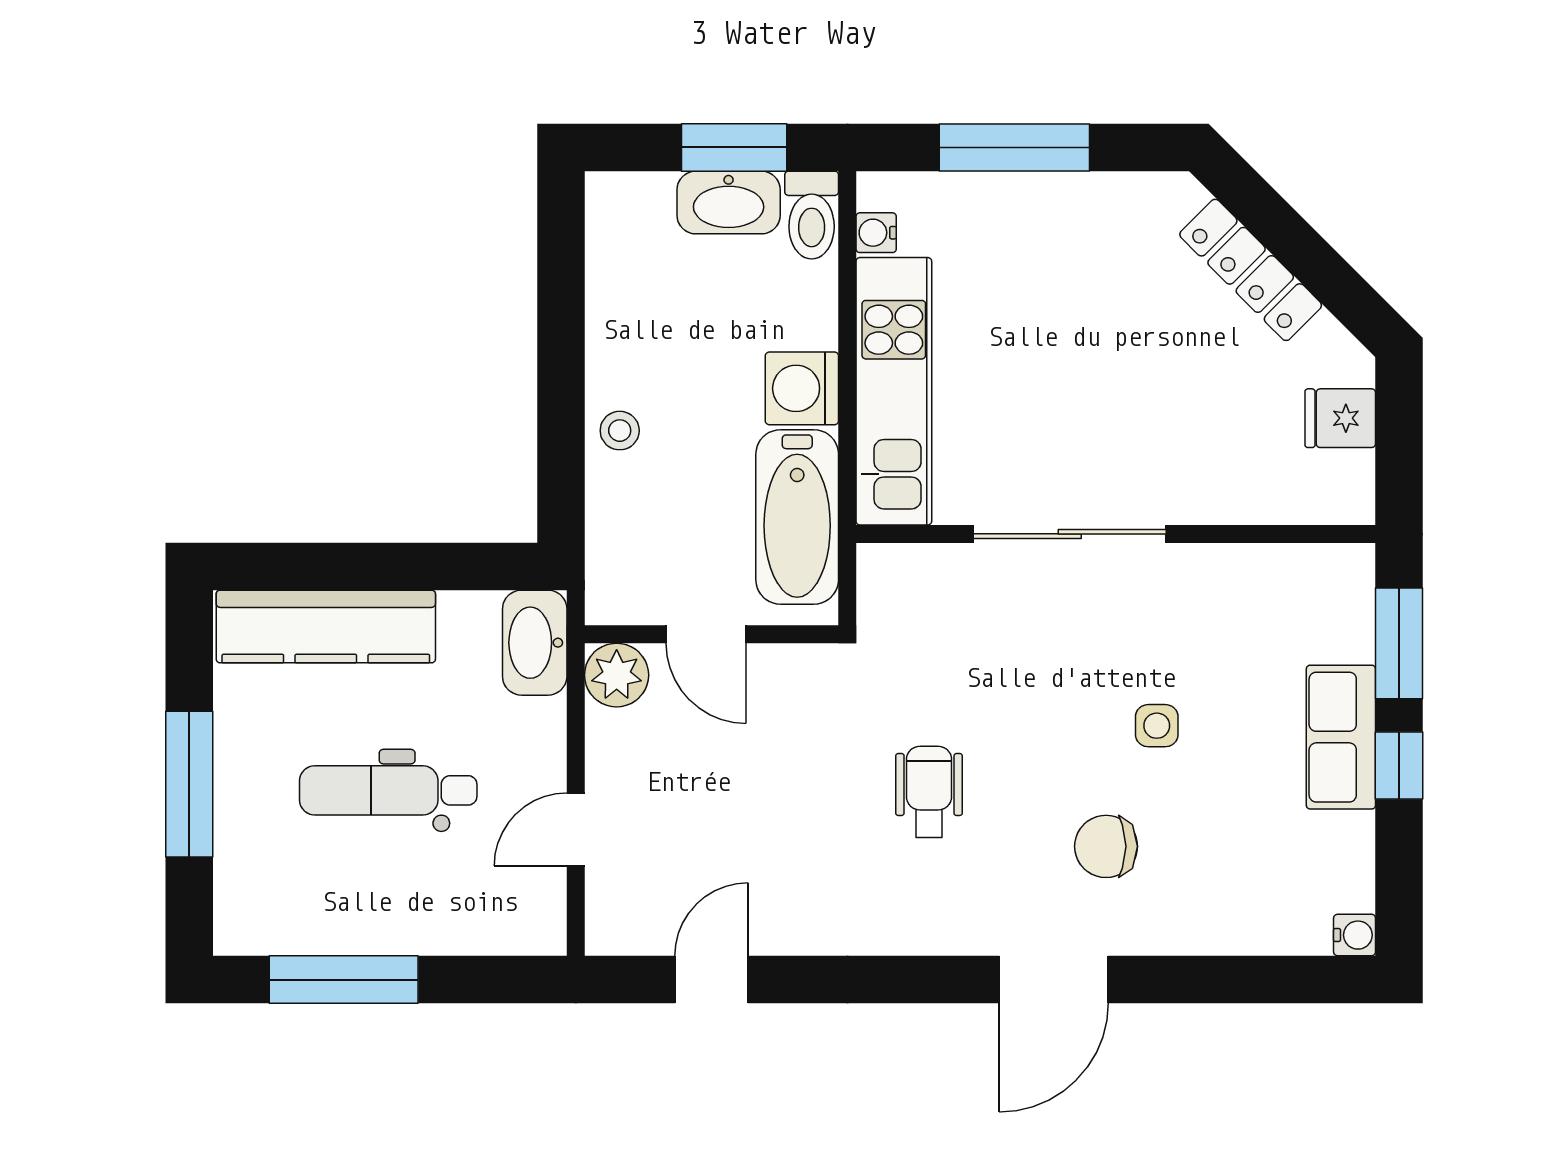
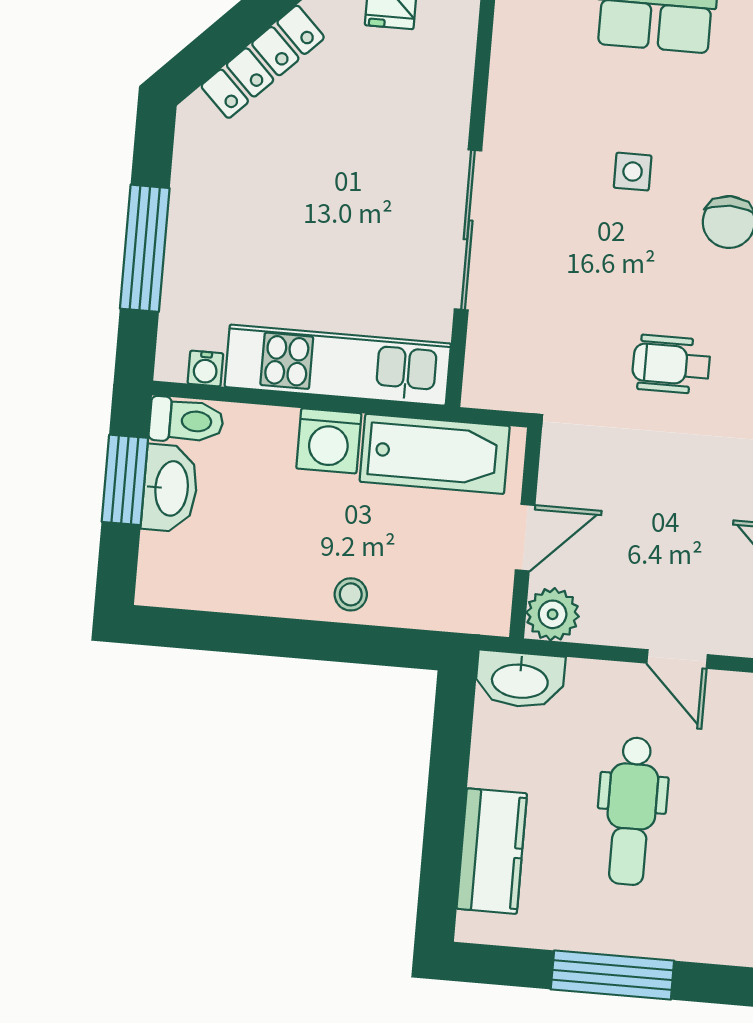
kitchen counter: (326, 626) -> (492, 851), width x0.67

